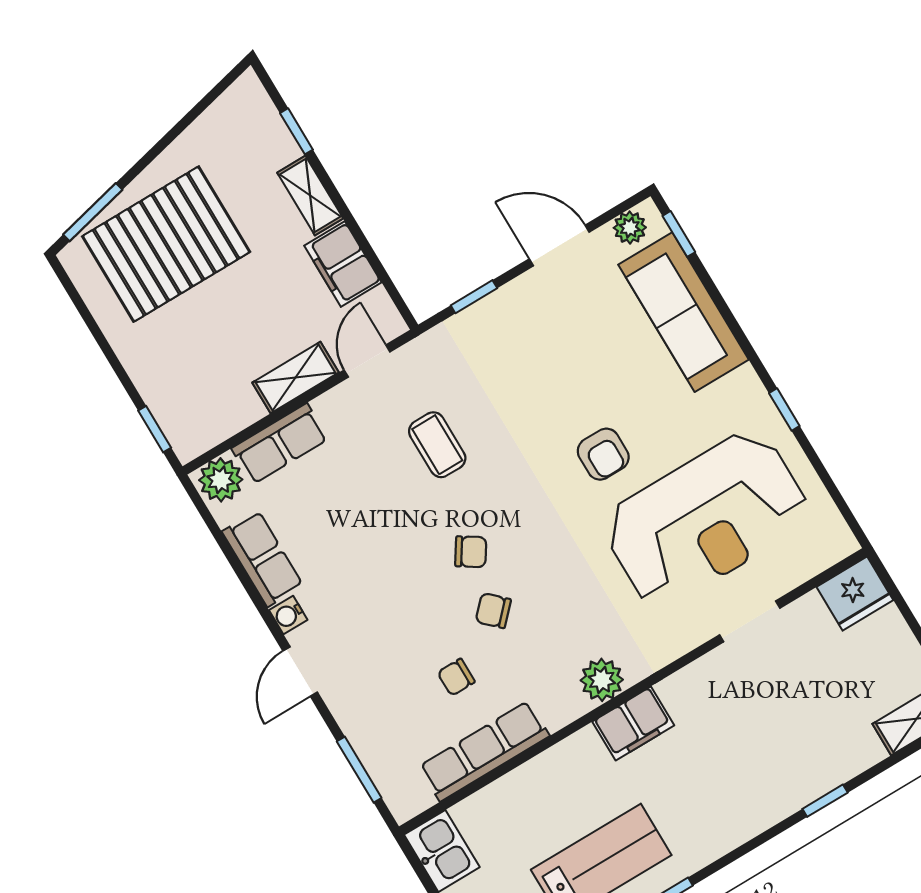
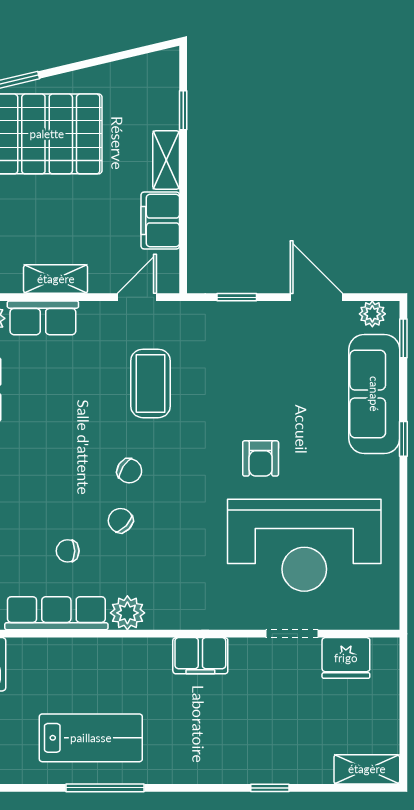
shelving: (296, 378) -> (56, 279), moved
window: (784, 410) -> (403, 439), moved
coffee table: (437, 445) -> (151, 383), width x1.36, depth x1.30
fridge: (855, 594) -> (346, 658), moved
plant: (602, 680) -> (127, 613), moved
filing cabinet: (633, 723) -> (200, 656), moved

